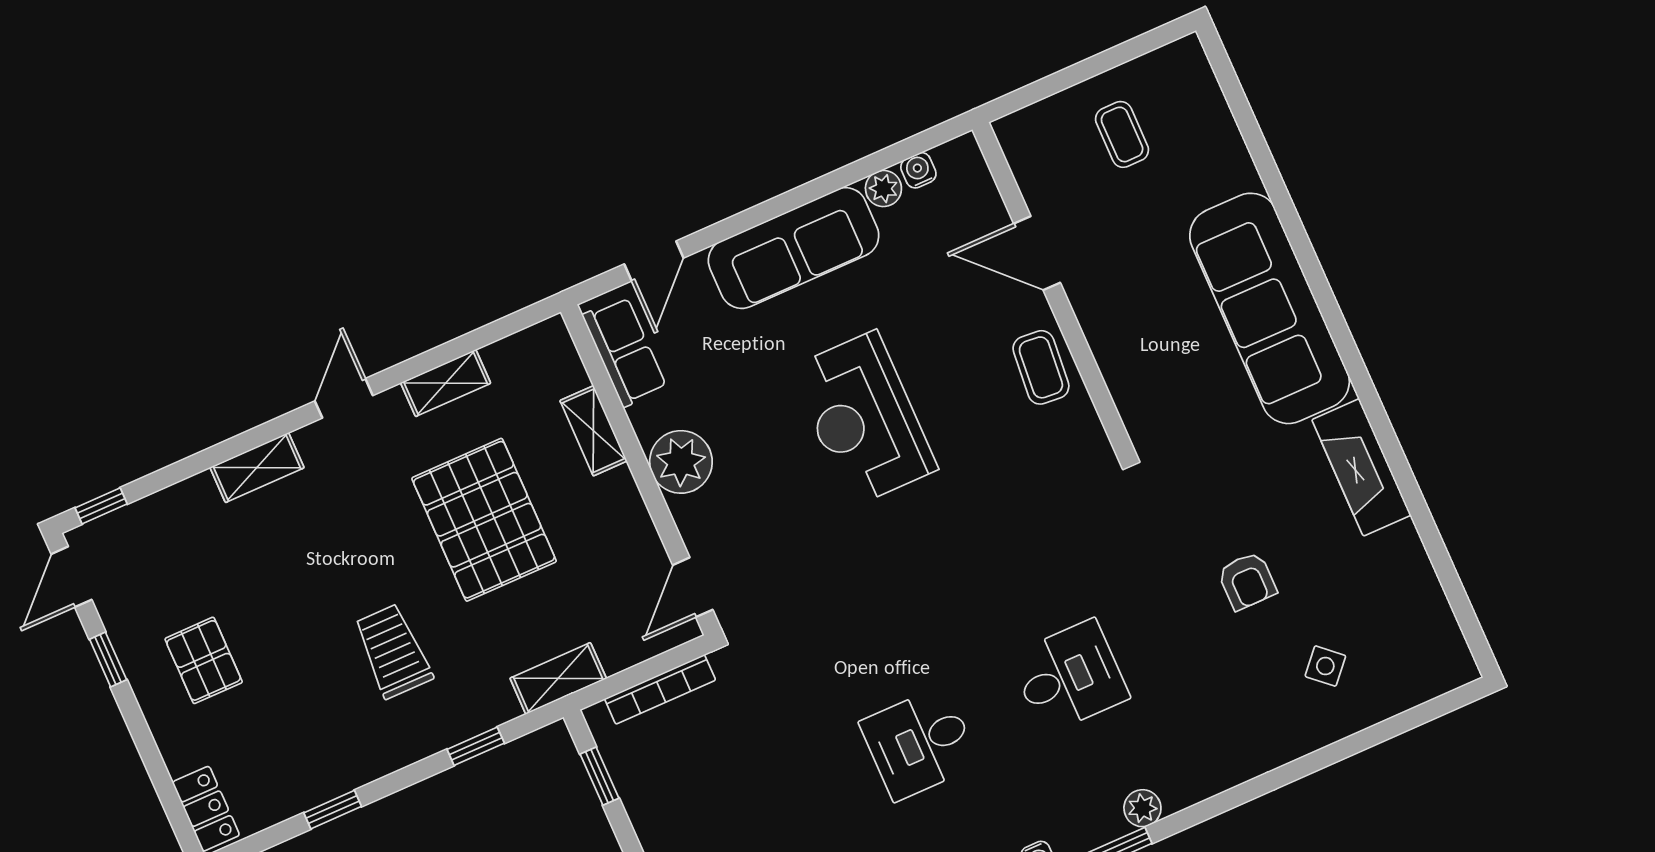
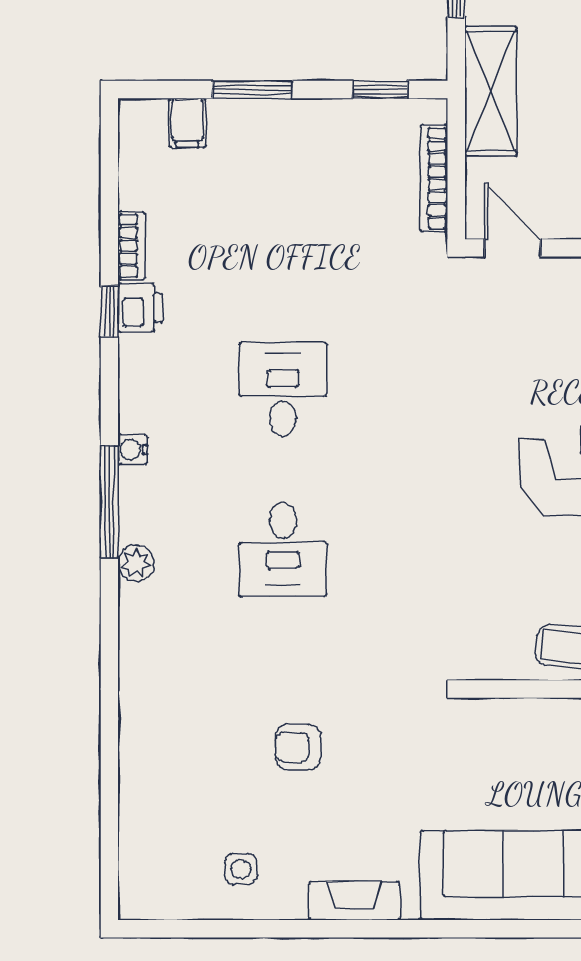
fireplace: (1361, 467) -> (354, 901), width x0.73, depth x0.76
side table: (1325, 666) -> (241, 869), moved, turned 45
shelving: (558, 678) -> (491, 91), width x1.50, depth x1.33

